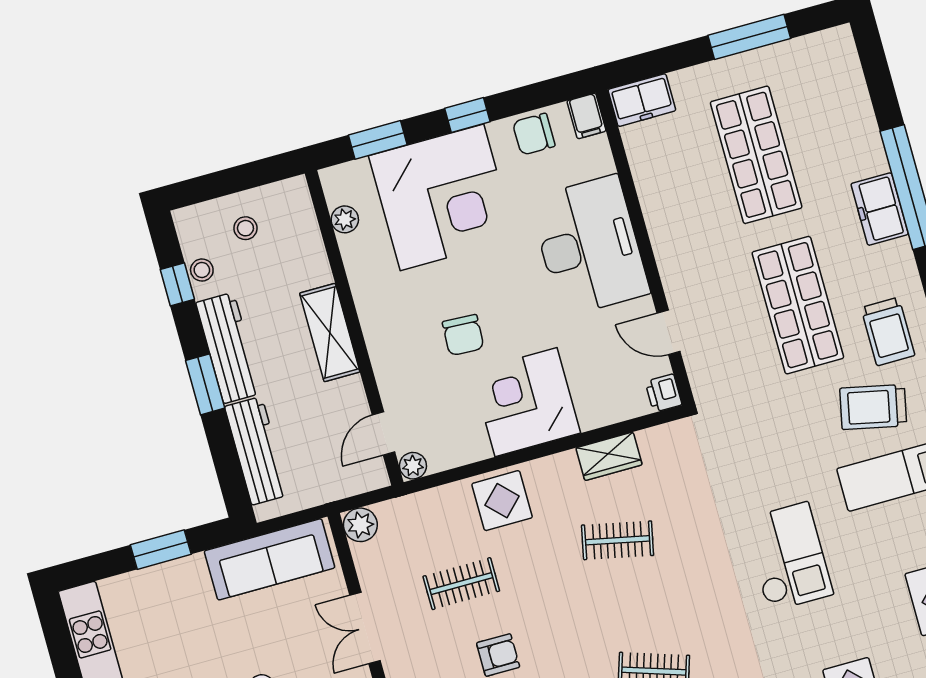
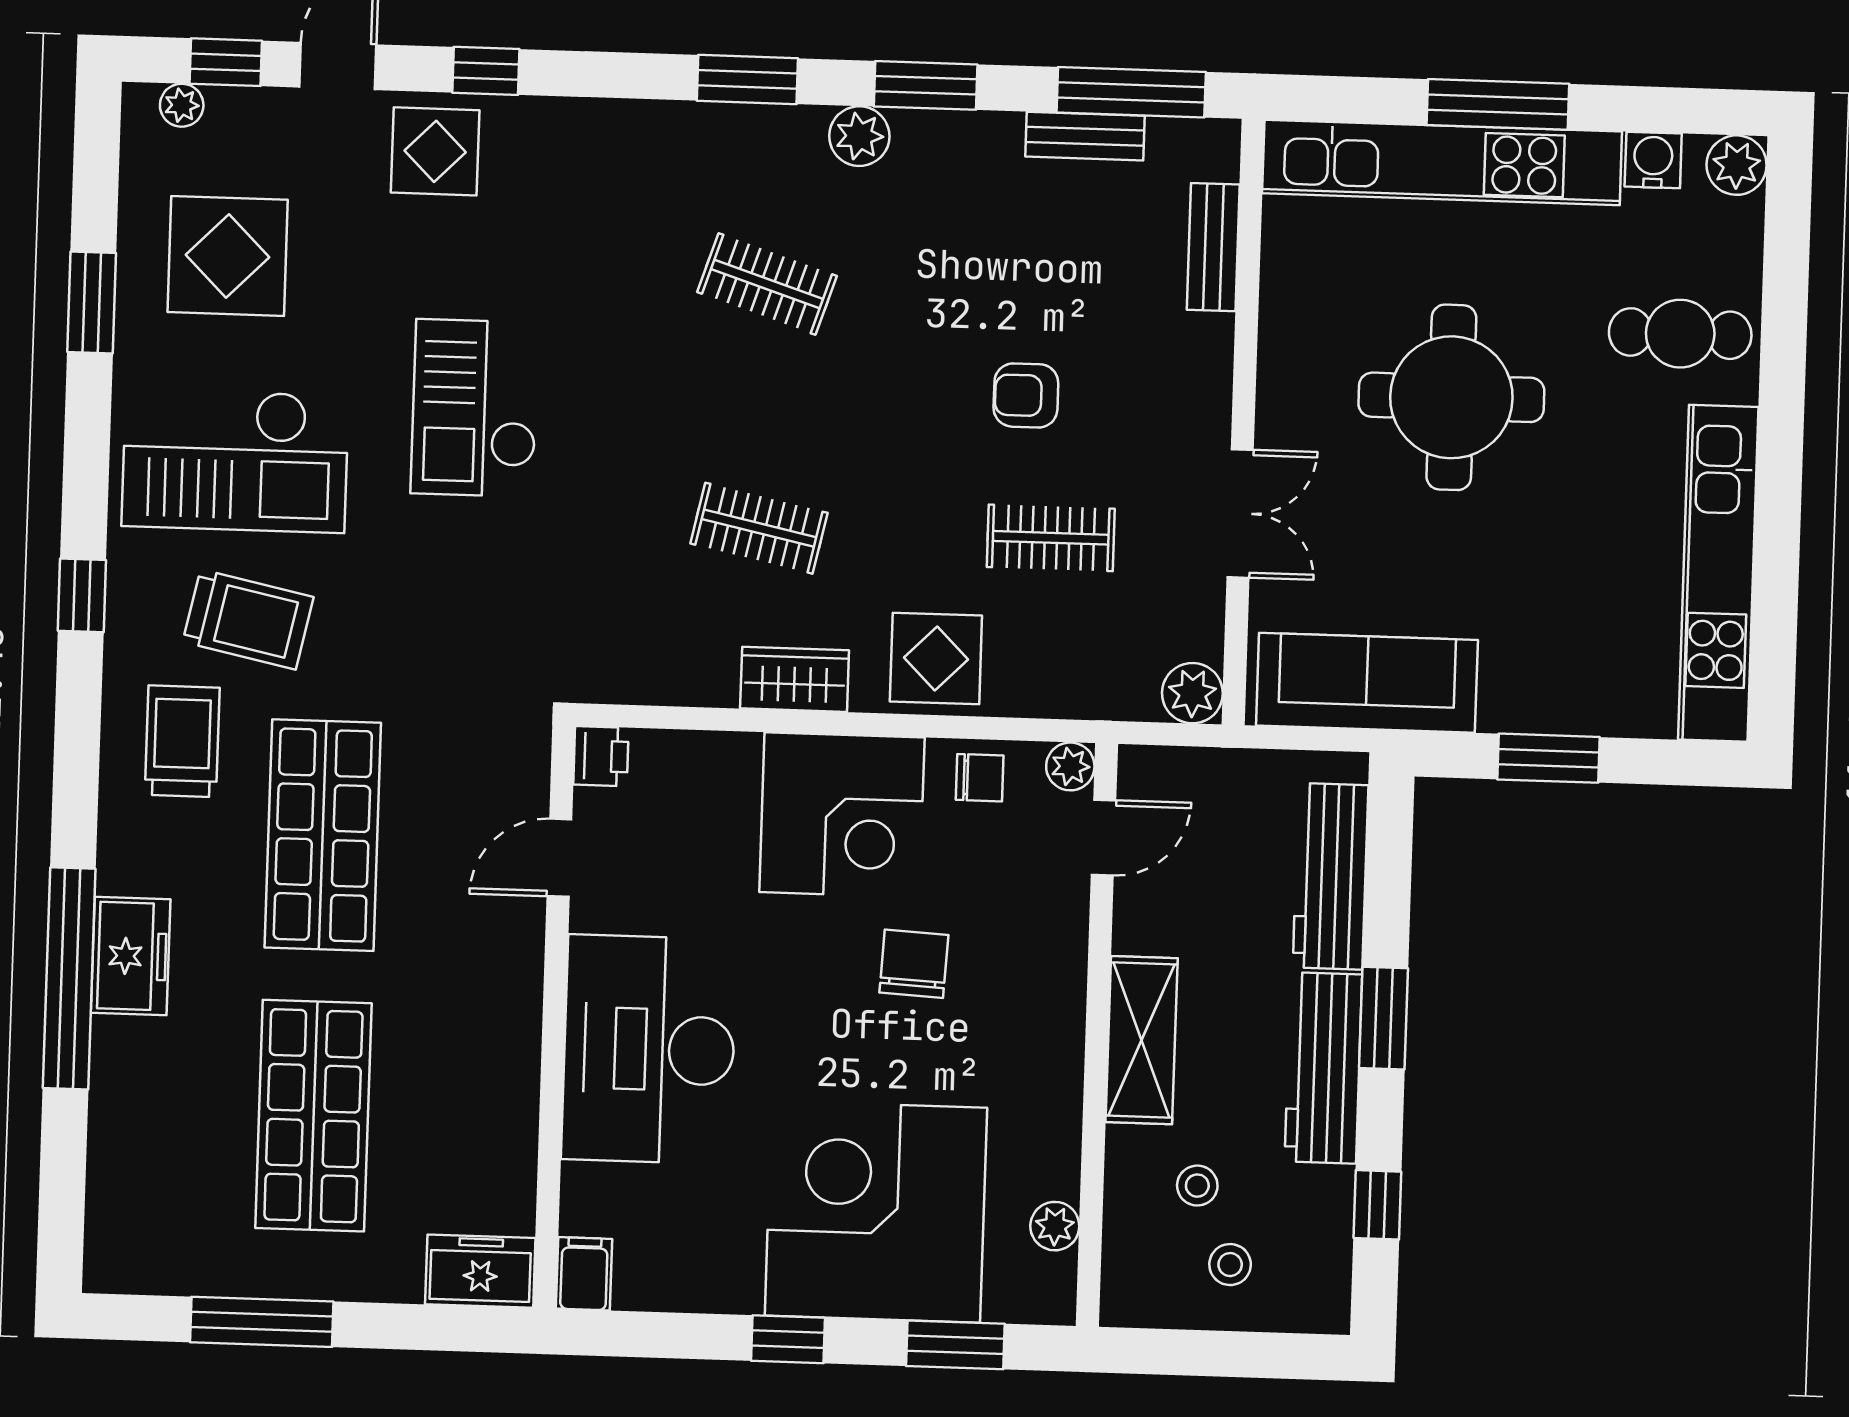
chair: (534, 134) -> (980, 778), moved, width x0.73, depth x0.73
stool: (202, 270) -> (1197, 1186), moved
door: (669, 332) -> (559, 858), swing flipped
wardrobe: (609, 456) -> (795, 679), moved

